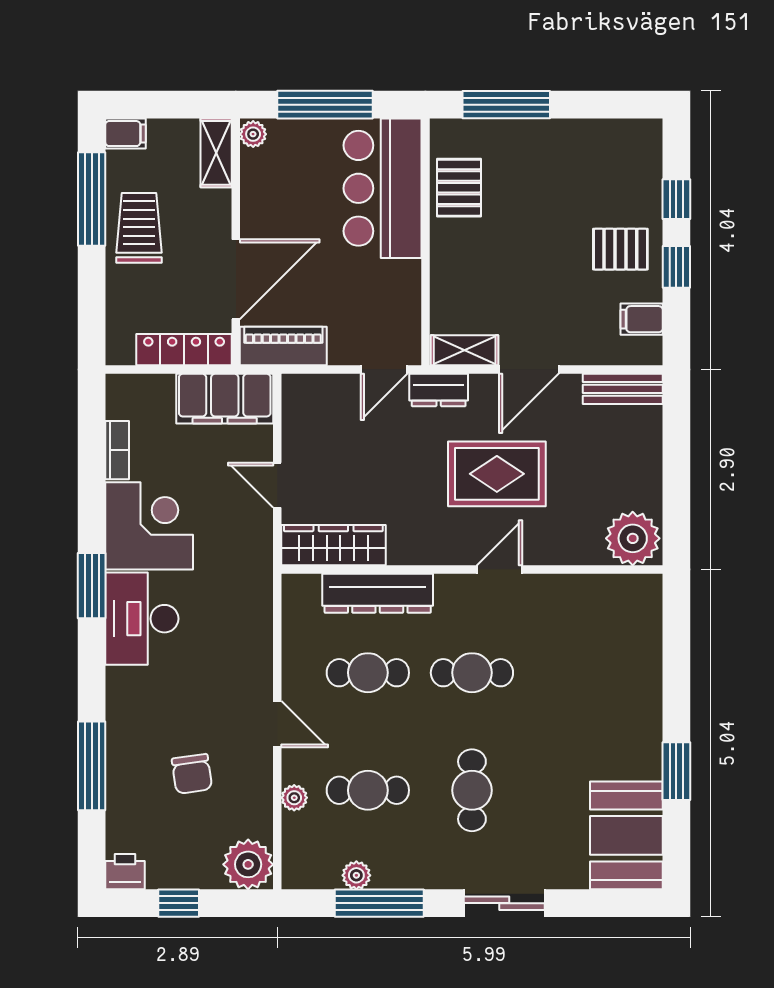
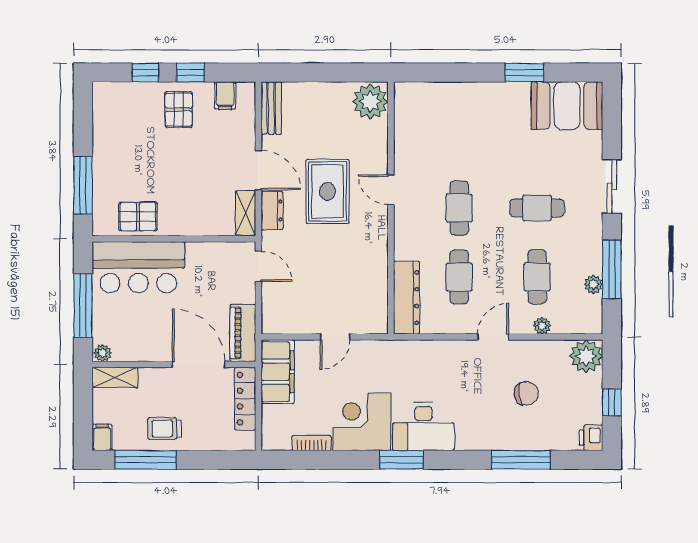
trolley: (139, 228) -> (165, 428), width x0.73, depth x0.72
dresser: (439, 390) -> (272, 211), moved
wardrobe: (333, 545) -> (375, 300), removed
dresser: (378, 593) -> (407, 298), moved

